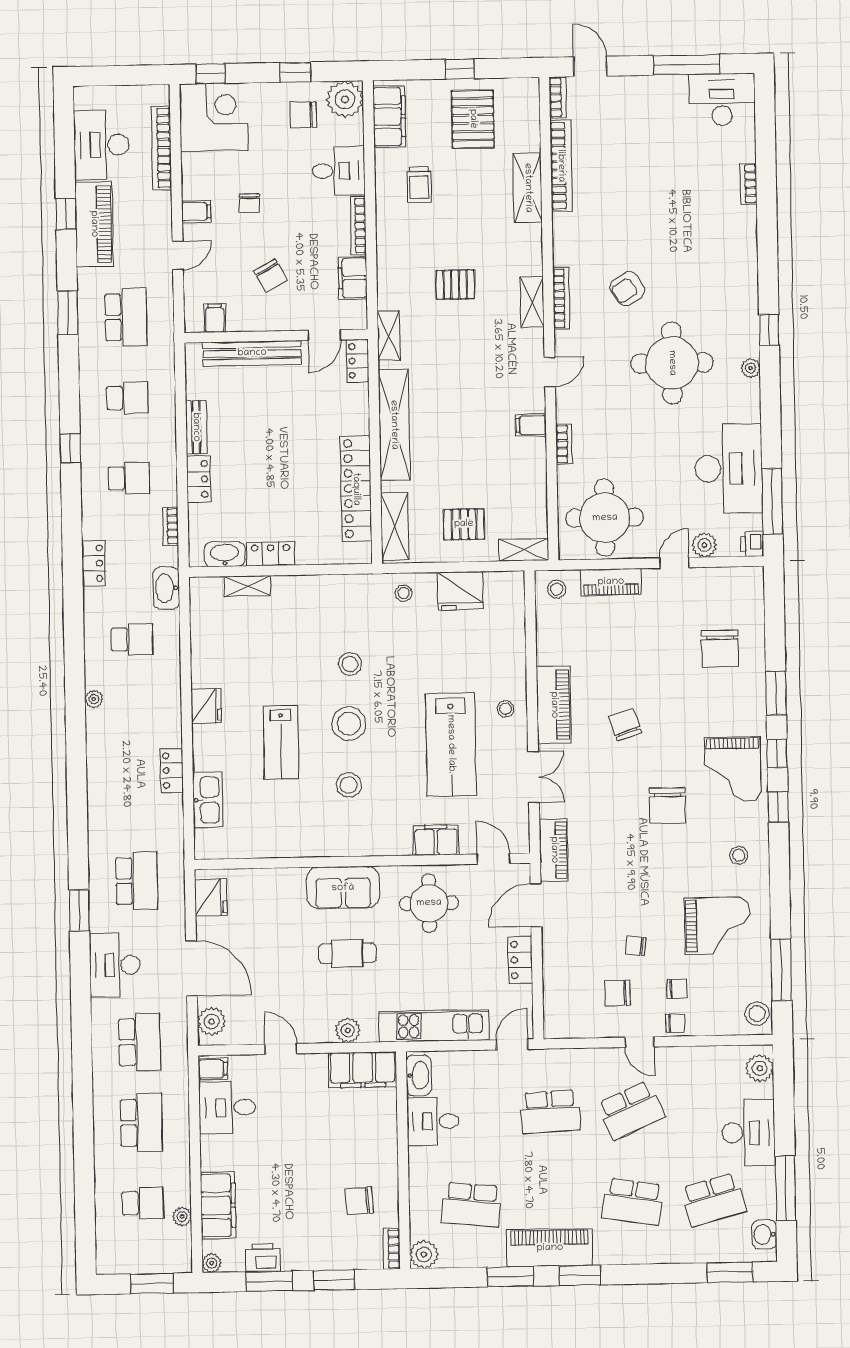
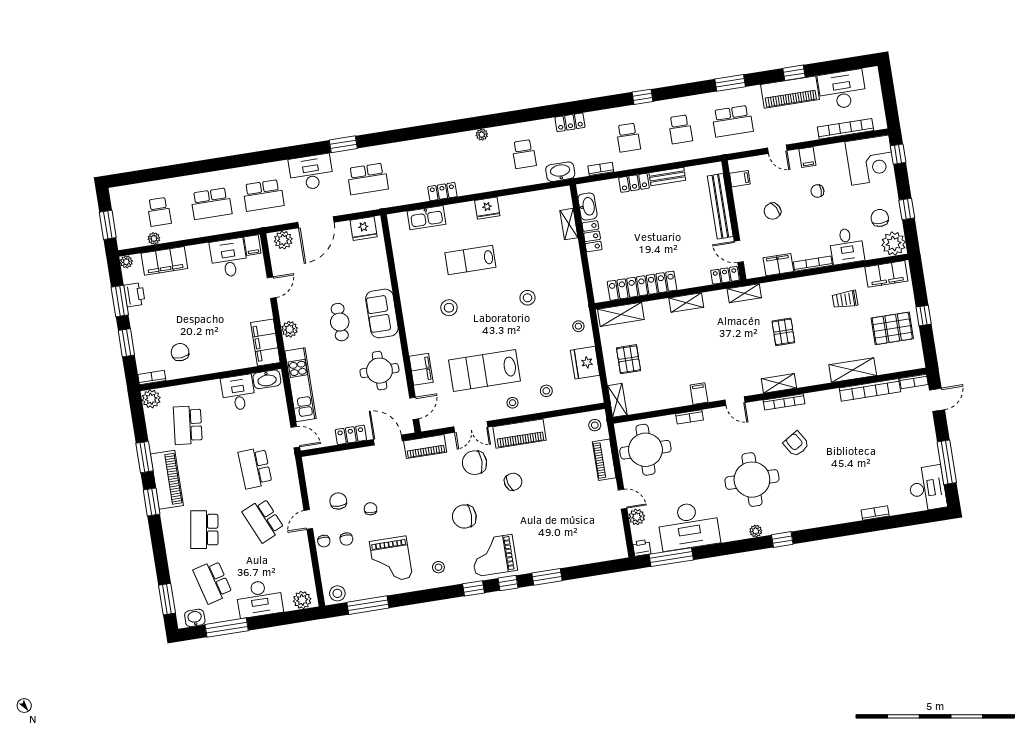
shelving: (394, 425) -> (686, 303), width x0.45, depth x0.75
chair: (720, 649) -> (474, 463), moved
stool: (349, 724) -> (546, 391), moved, width x0.53, depth x0.53

